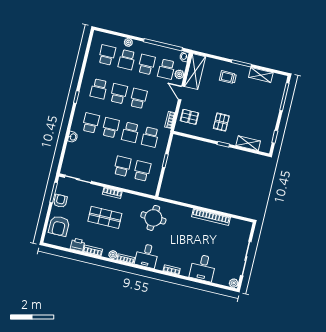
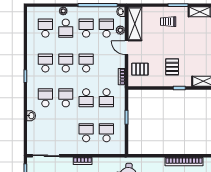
school desk: (166, 69) -> (106, 28), turned 180
school desk: (99, 89) -> (45, 63), turned 180

